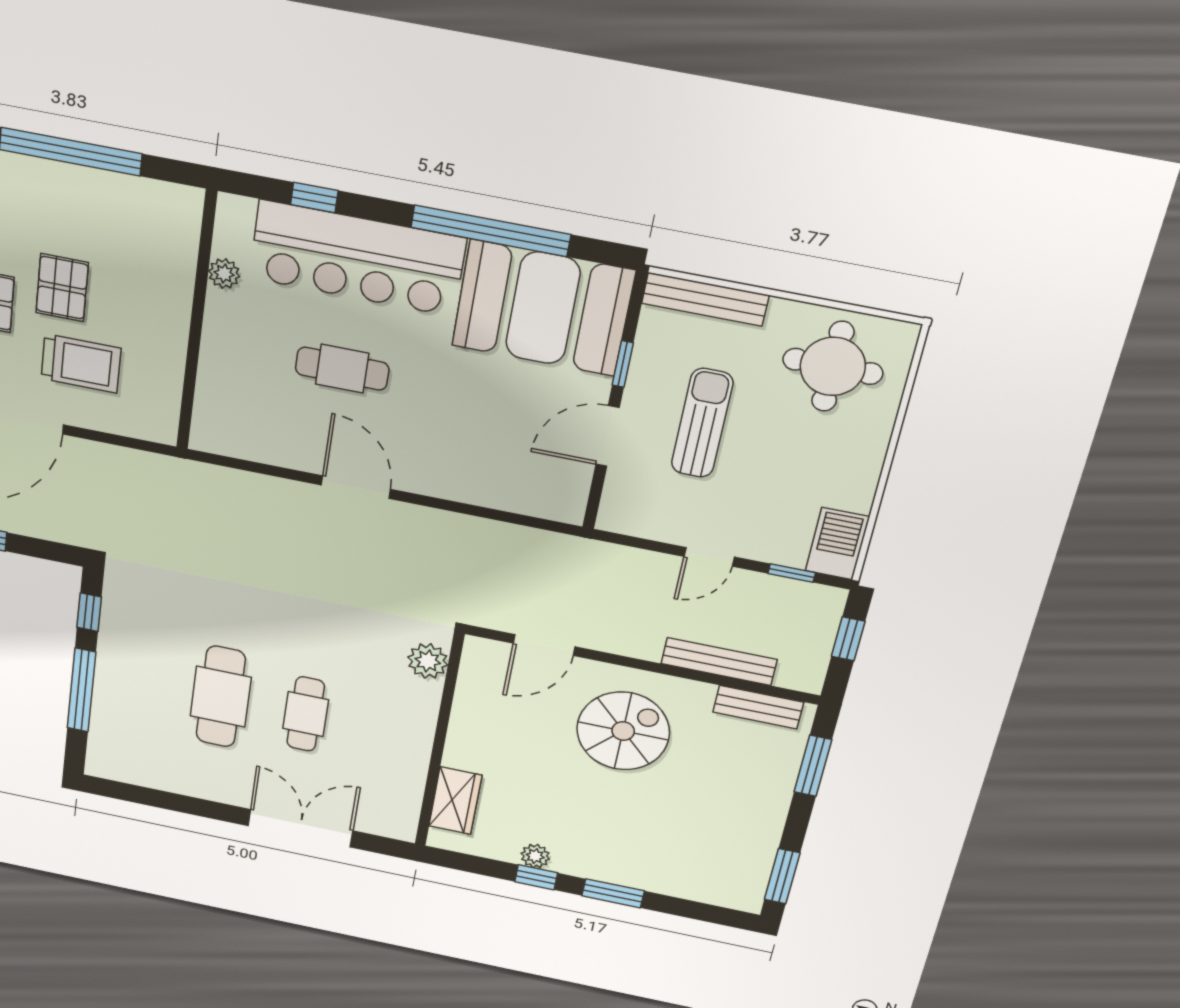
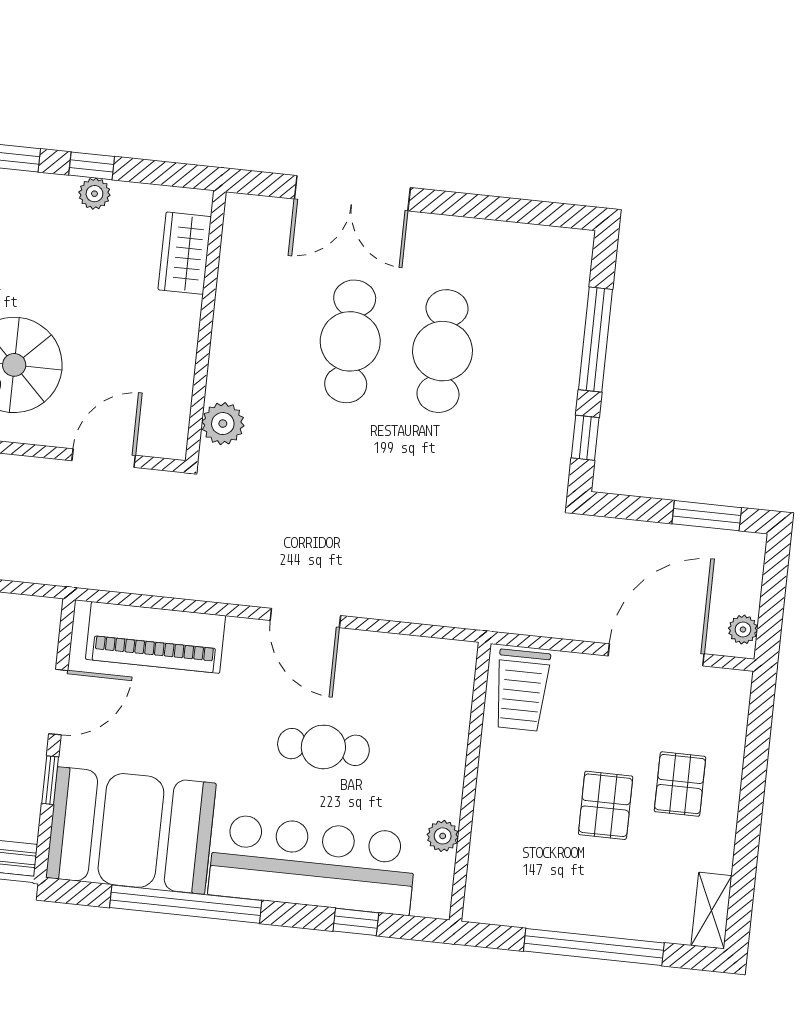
trolley: (81, 363) -> (521, 690), moved, turned -90
piano: (505, 485) -> (156, 637), added
cafe table: (306, 714) -> (350, 341), width x1.37, depth x1.35

